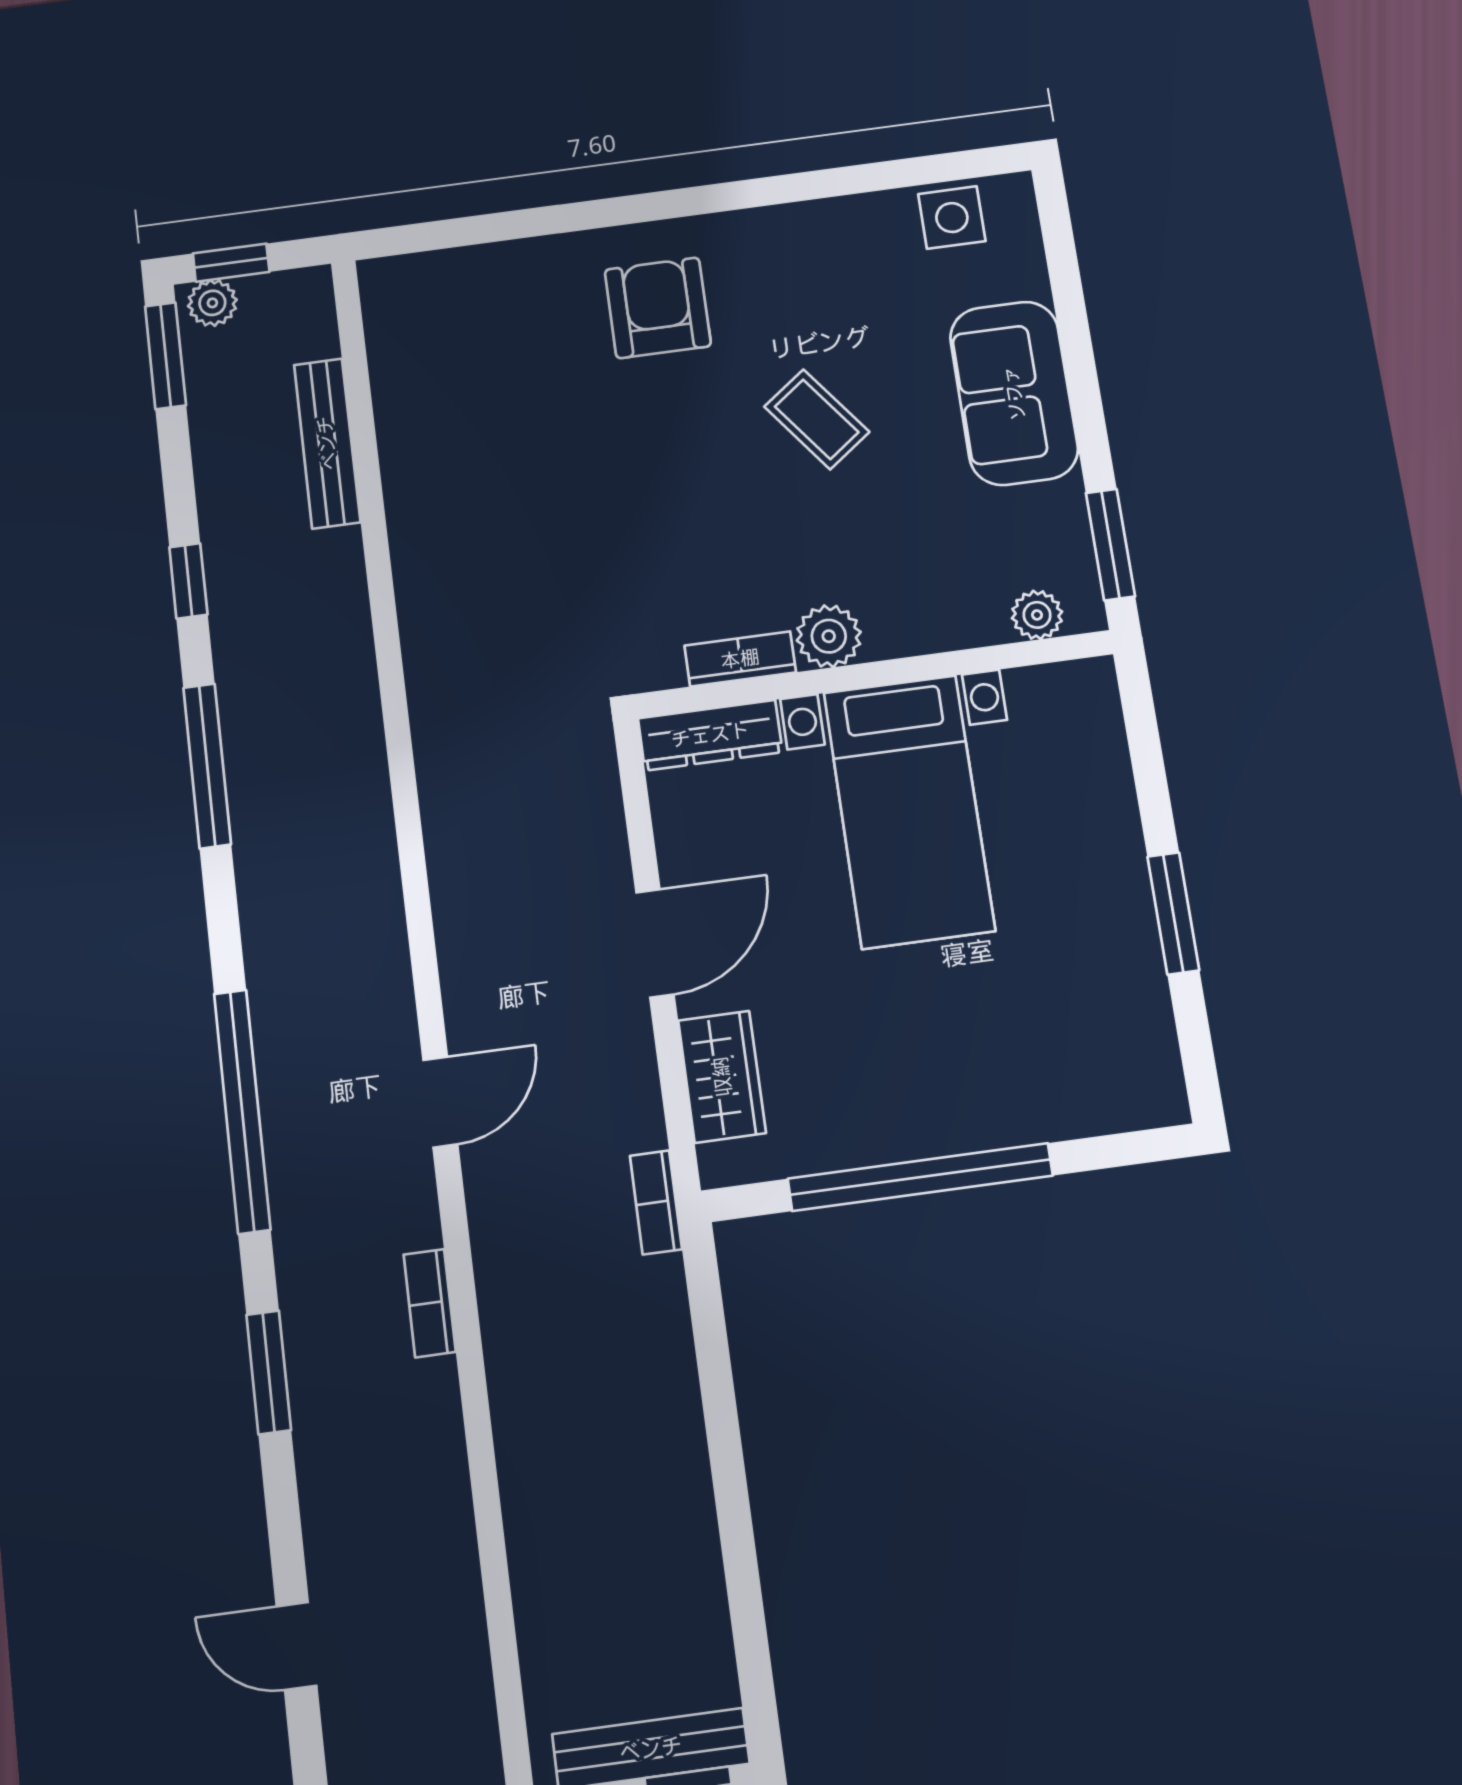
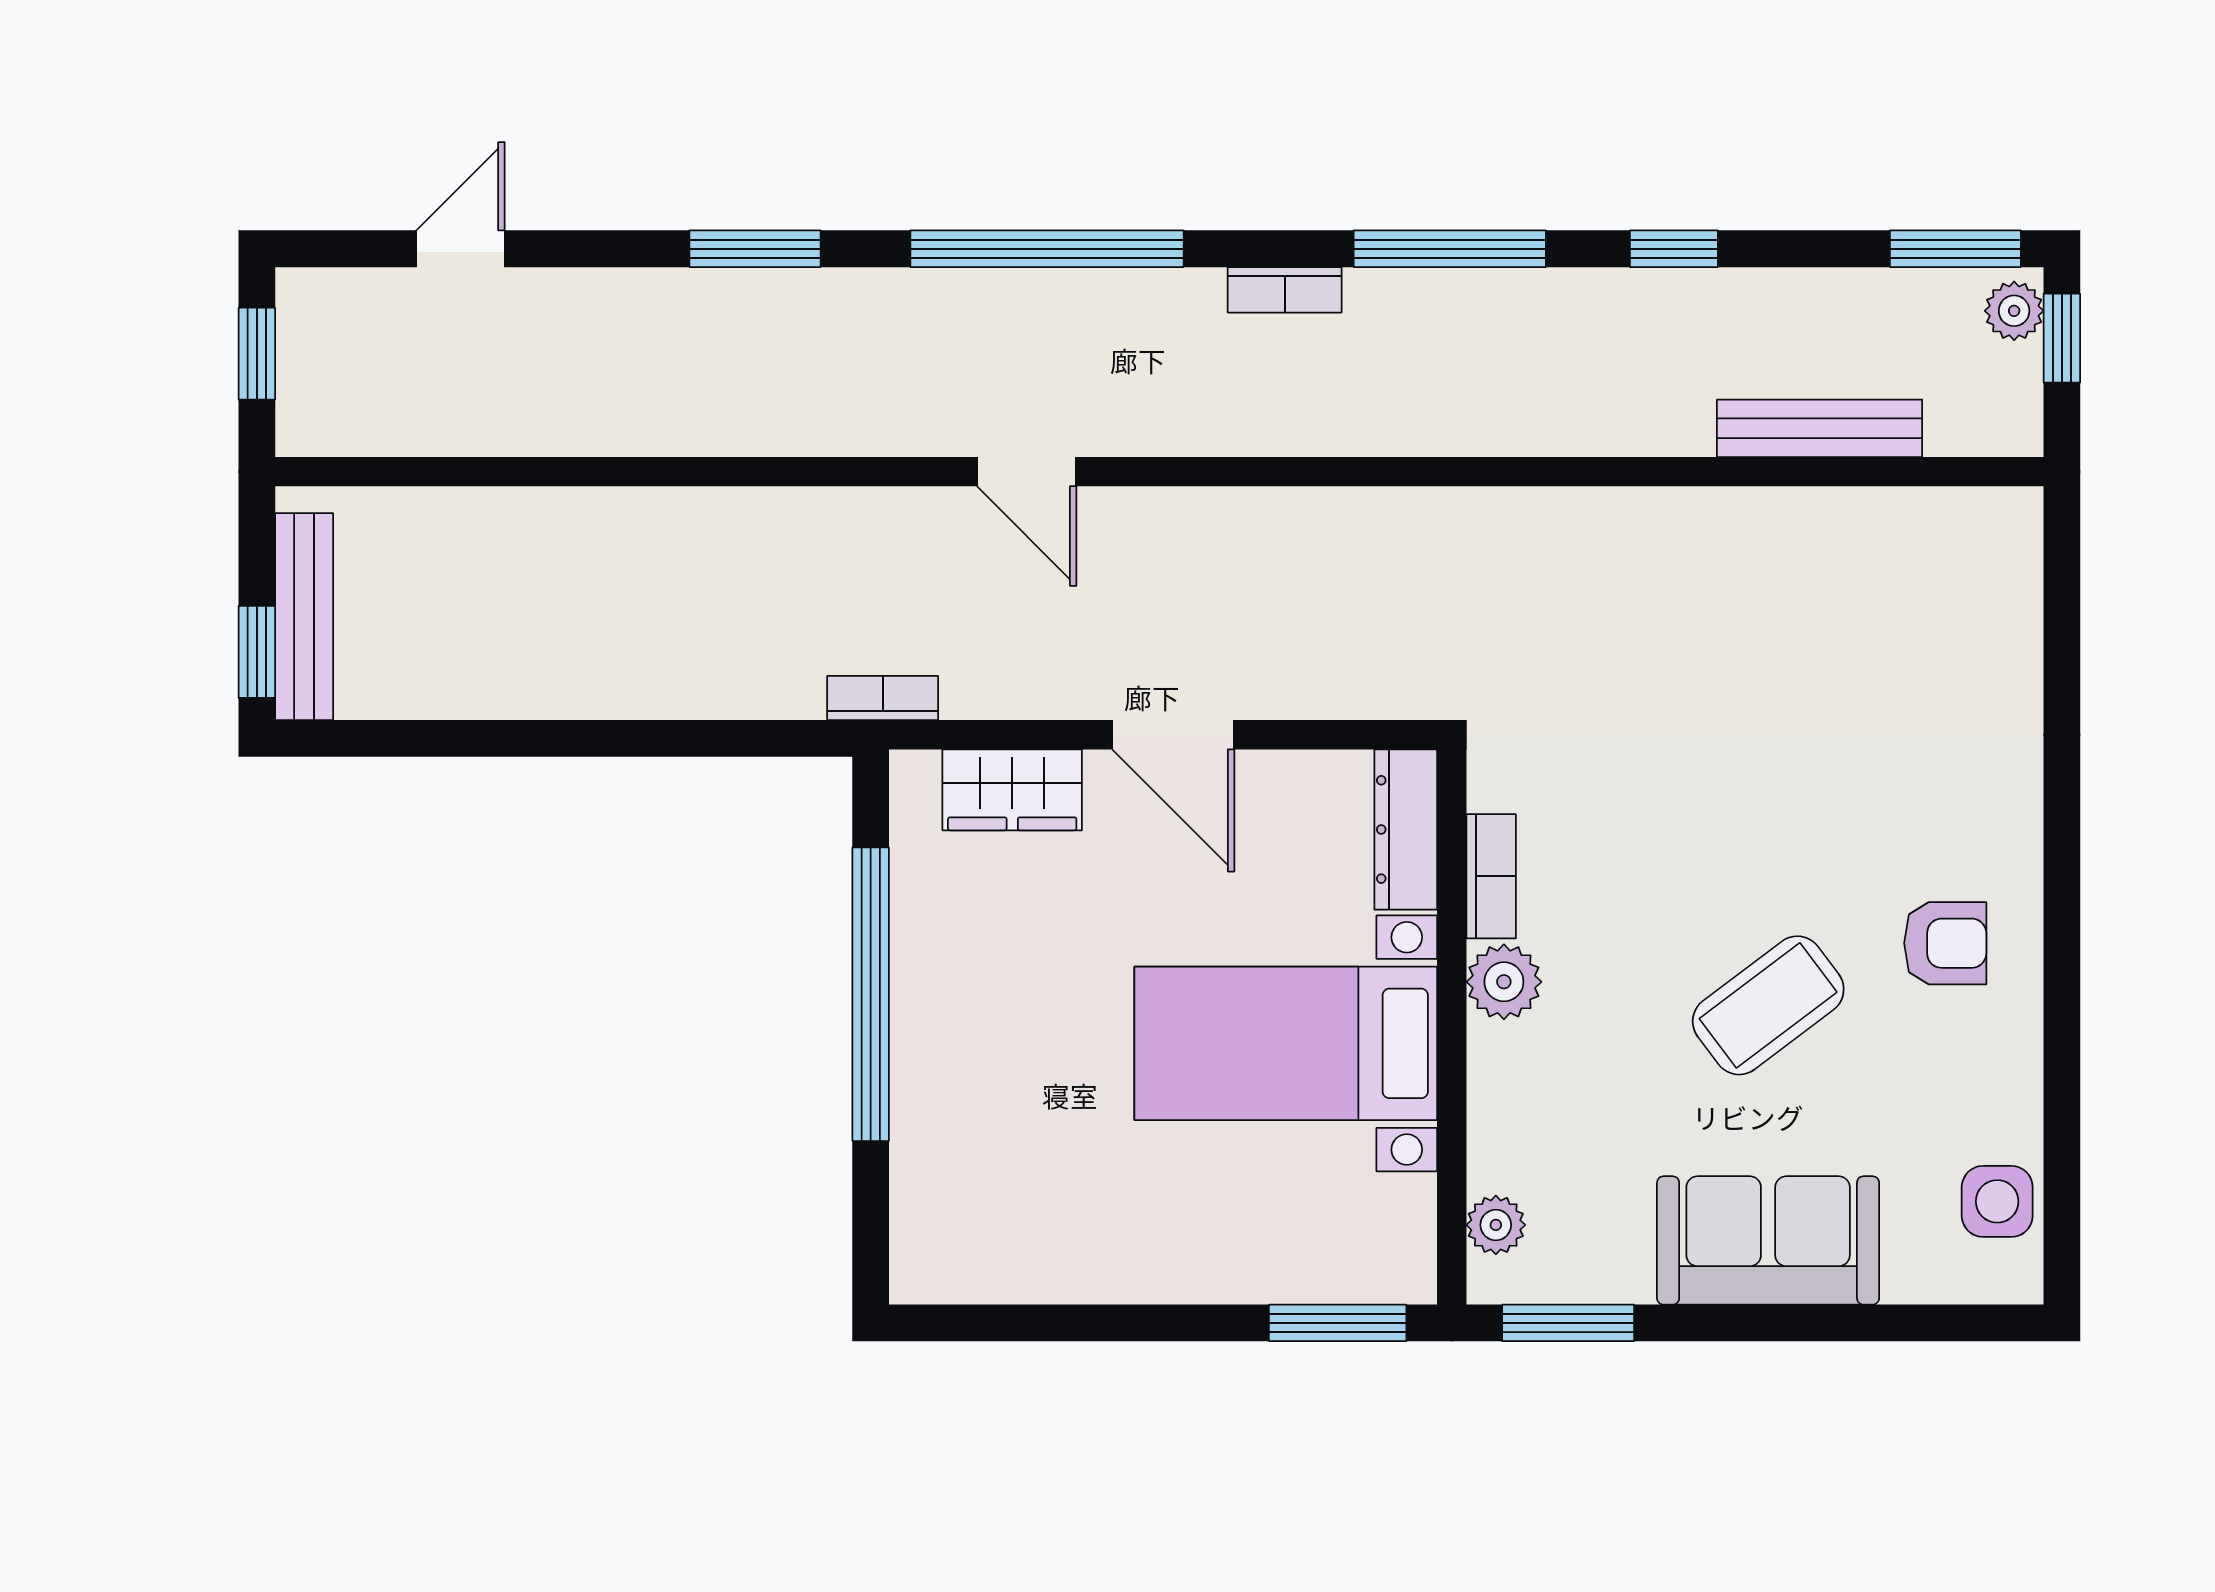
armchair: (658, 308) -> (1945, 943), moved, width x0.72, depth x0.72
coffee table: (817, 419) -> (1768, 1005), width x1.36, depth x1.30
window: (1173, 913) -> (1338, 1323), moved
bookcase: (430, 1303) -> (1285, 290), moved, turned 180

